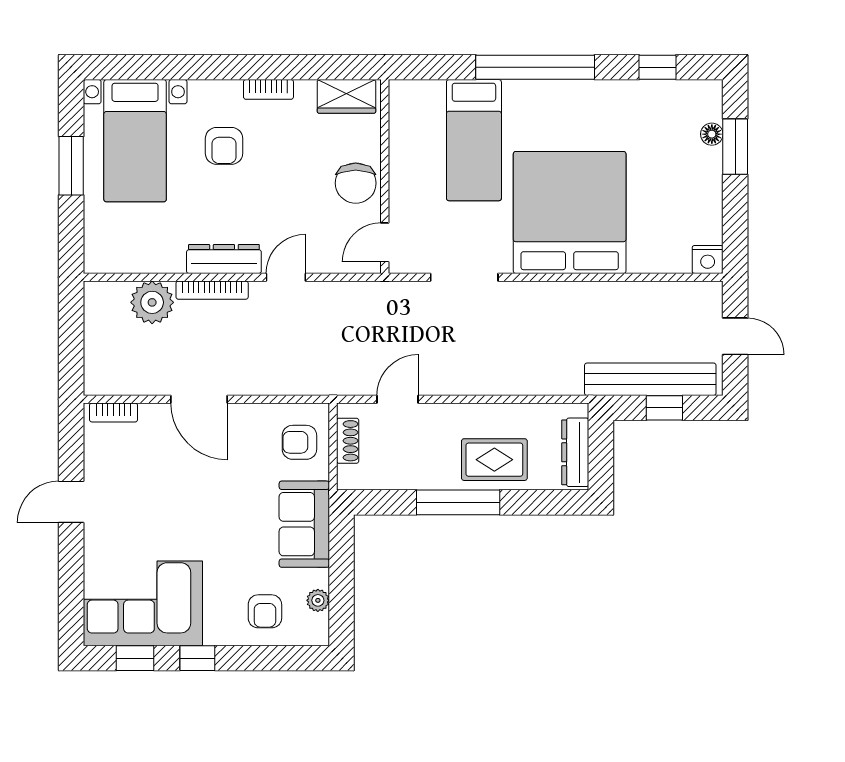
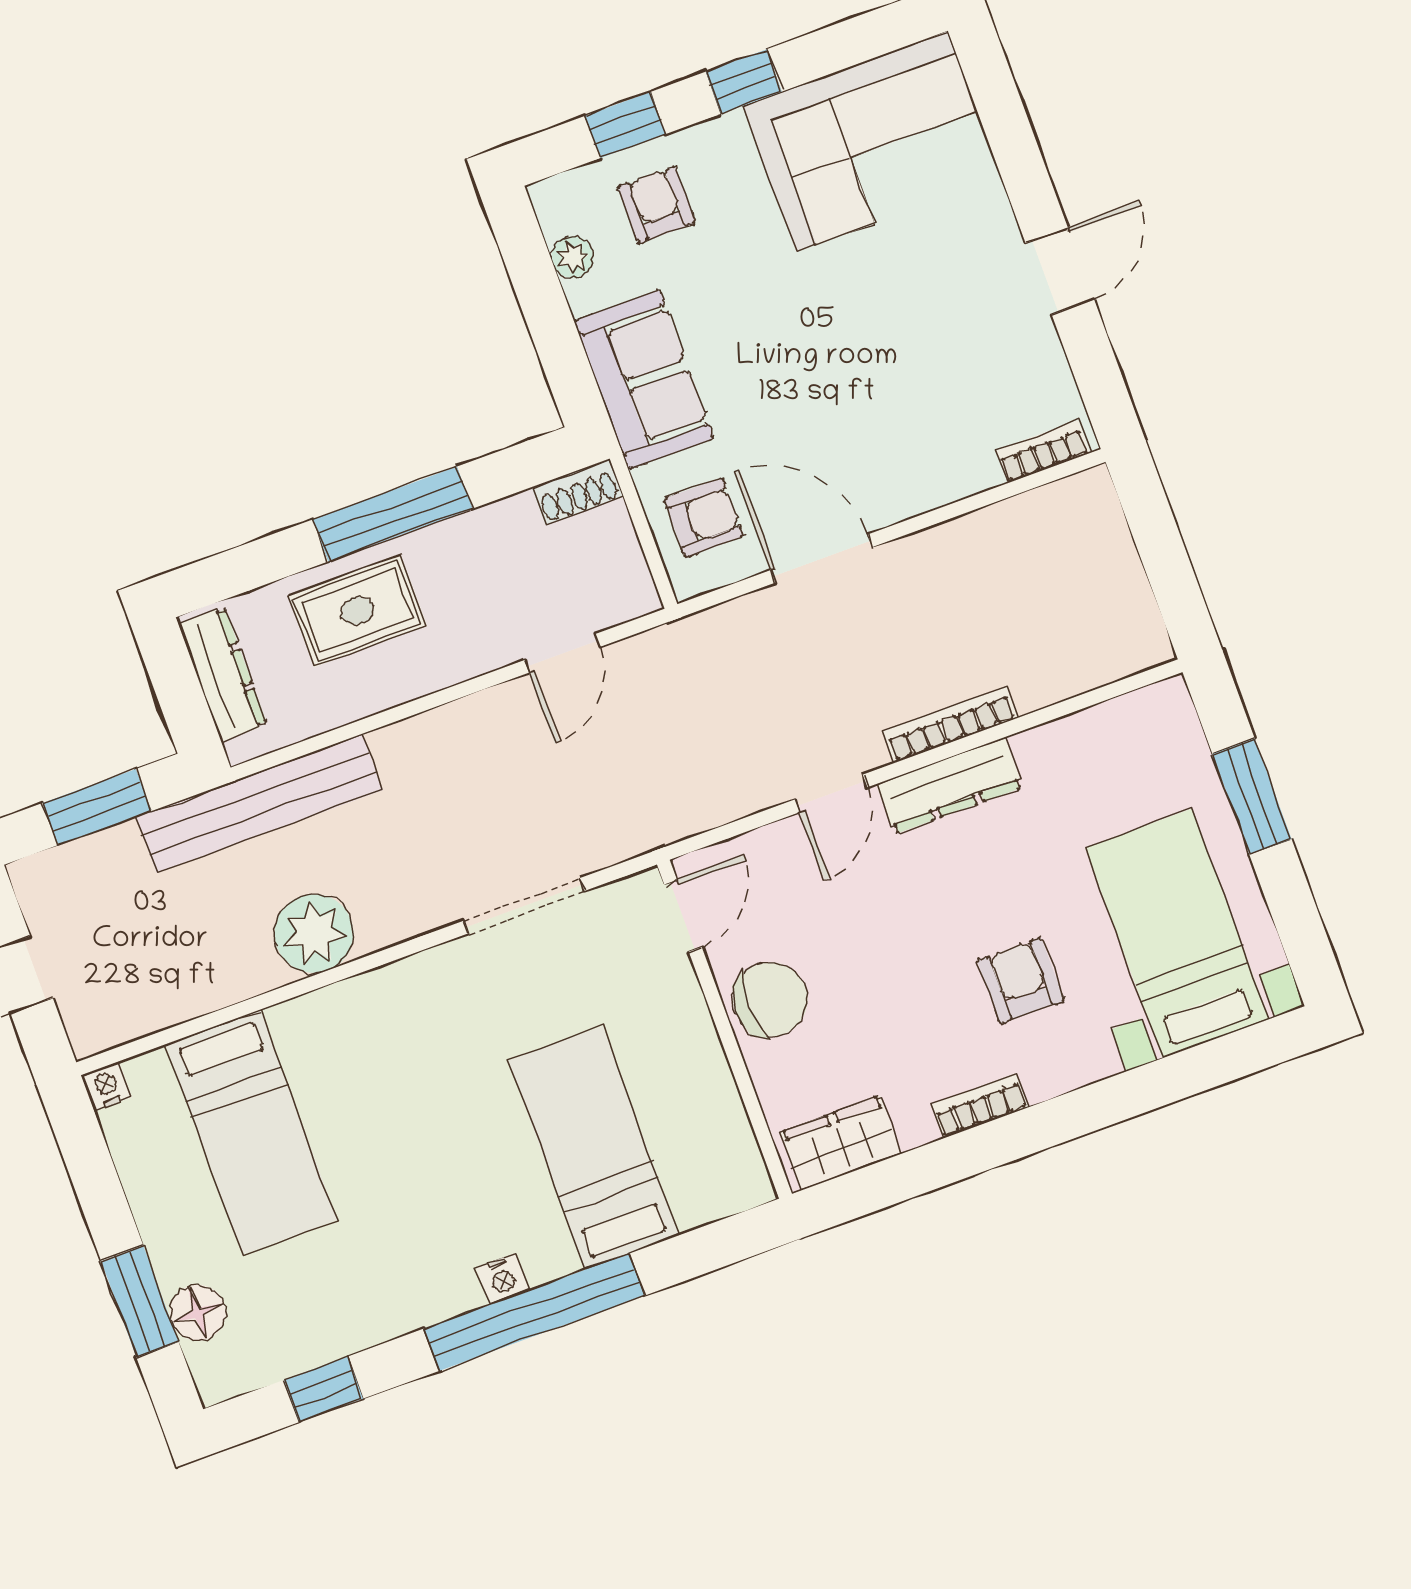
nightstand: (545, 90) -> (502, 1279), added
floor lamp: (712, 134) -> (198, 1313), width x1.37, depth x1.37
window: (71, 166) -> (1252, 797), moved
chair: (356, 183) -> (770, 999), turned 90
bed: (570, 212) -> (251, 1132), moved, width x0.49
nightstand: (708, 259) -> (106, 1086), width x0.72, depth x0.74
plant: (152, 302) -> (314, 933), moved
bench: (650, 379) -> (259, 803), moved
door: (199, 399) -> (822, 558), moved
window: (664, 408) -> (97, 807), width x1.50
shoe rack: (348, 441) -> (578, 492), moved, turned -90
window: (135, 658) -> (625, 125), moved

